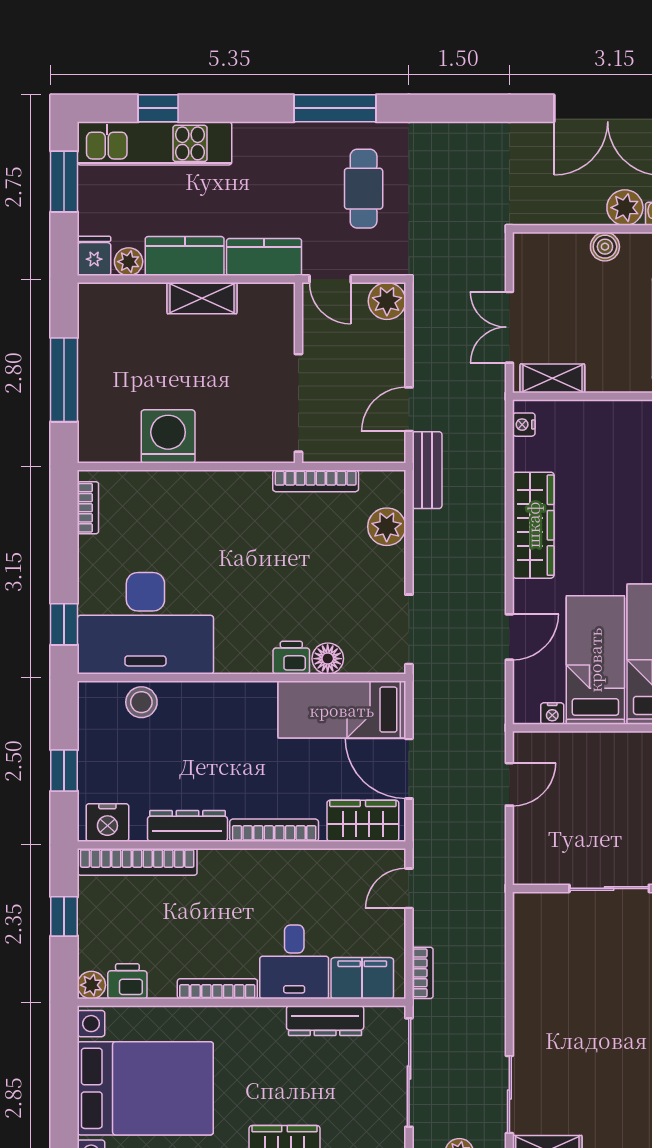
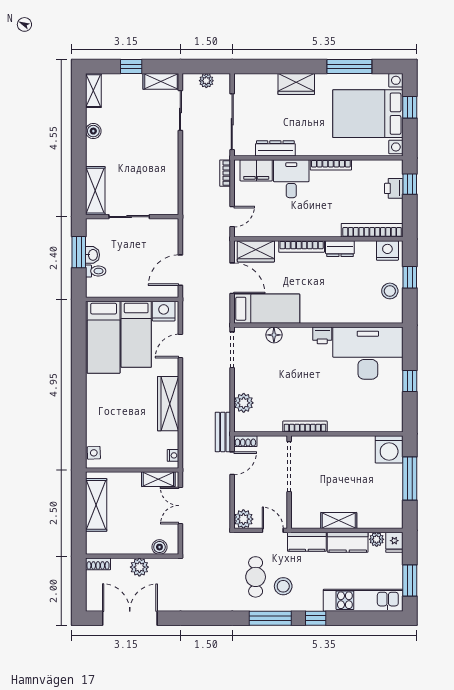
window: (158, 108) -> (316, 618), moved
stool: (310, 171) -> (283, 586), added
plant: (625, 208) -> (139, 567), moved
boiler: (605, 247) -> (159, 547), moved
double door: (509, 327) -> (180, 506), swing flipped
washing machine: (168, 436) -> (389, 449), moved
shoe rack: (383, 452) -> (245, 441), added
bookcase: (316, 481) -> (305, 426), moved
bookcase: (88, 508) -> (397, 413), removed
window: (64, 624) -> (410, 381), moved
printer: (291, 658) -> (322, 335), moved
stool: (141, 702) -> (390, 291), moved
nightstand: (552, 714) -> (164, 311), width x1.89, depth x1.79
door: (509, 784) -> (180, 270), width x1.38
dresser: (187, 826) -> (340, 249), width x0.70
window: (64, 916) -> (410, 184), moved
printer: (127, 981) -> (394, 188), moved, turned 90
plant: (91, 985) -> (396, 167), removed
window: (64, 1101) -> (410, 107), added

